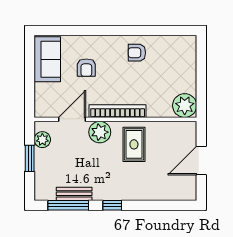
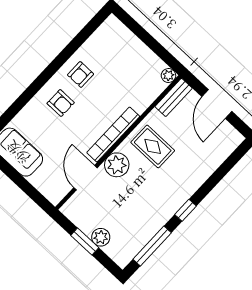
armchair: (86, 68) -> (61, 103), moved
plant: (185, 106) -> (168, 75), width x0.53, depth x0.53
plant: (42, 140) -> (101, 237), moved
bench: (74, 194) -> (174, 97), moved

